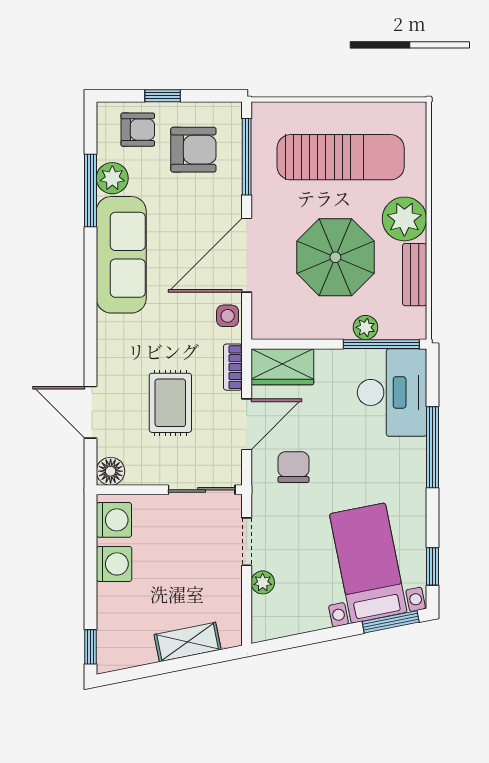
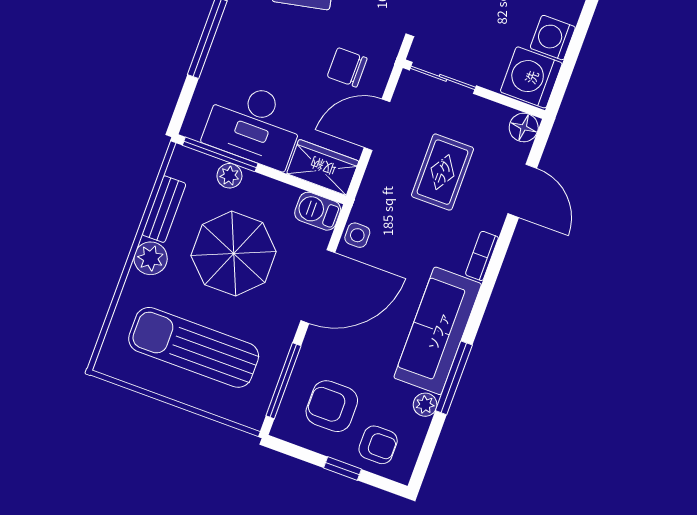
armchair: (138, 130) -> (378, 445), turned 180
plant: (112, 178) -> (425, 405), width x0.73, depth x0.73
window: (90, 190) -> (454, 378), moved
plant: (404, 219) -> (151, 258), width x0.73, depth x0.73
barbecue: (272, 325) -> (318, 211), added
bookcase: (233, 367) -> (482, 256), moved, turned 180
desk: (392, 392) -> (254, 124), moved, turned -90
chair: (293, 467) -> (347, 67), turned 90
washing machine: (114, 520) -> (531, 77), width x1.37, depth x1.37

